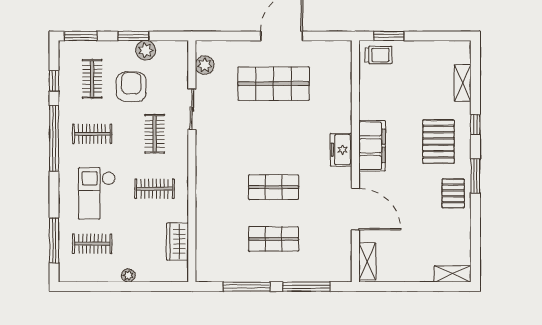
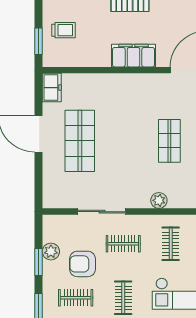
trolley: (379, 55) -> (64, 30), moved, turned 90
plant: (205, 65) -> (159, 200), moved
sliding door: (192, 109) -> (102, 212), width x1.37
freezer: (341, 150) -> (52, 88), moved, turned -90

